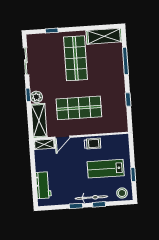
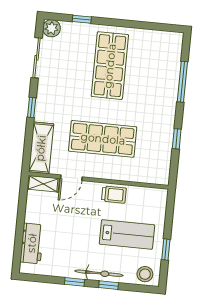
shelving: (104, 36) -> (157, 40), removed
plant: (36, 97) -> (52, 28), moved
lab bench: (106, 169) -> (127, 234), turned 180

